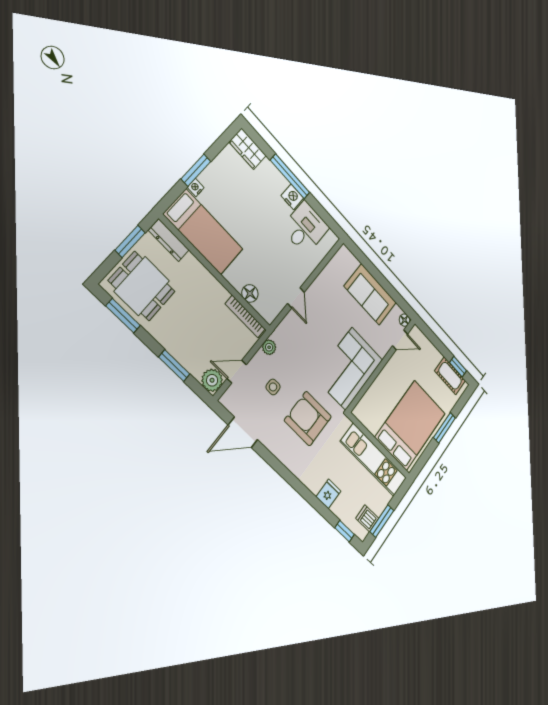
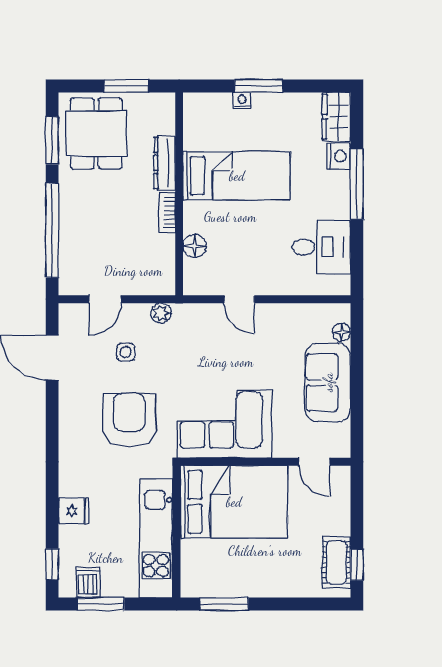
nightstand: (292, 197) -> (338, 156), moved
bed: (203, 232) -> (237, 176), moved, turned -90
dresser: (169, 240) -> (165, 163), moved
door: (296, 298) -> (239, 299), hinge flipped
bookcase: (245, 316) -> (167, 213), moved, width x0.64
floor lamp: (405, 320) -> (341, 332), moved
window: (174, 366) -> (52, 230), width x2.11
door: (237, 371) -> (105, 299), swing flipped
plant: (212, 380) -> (73, 281), removed
bed: (411, 425) -> (234, 502), moved
window: (445, 428) -> (224, 604), moved

